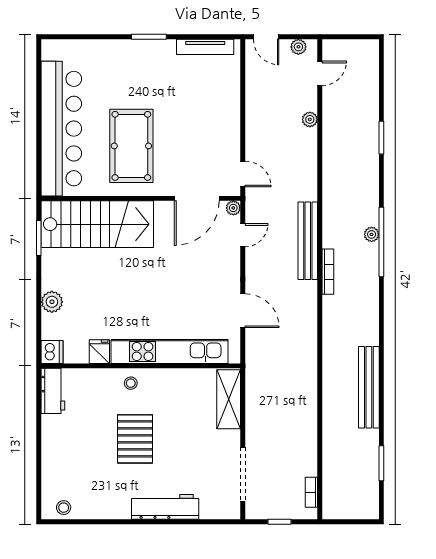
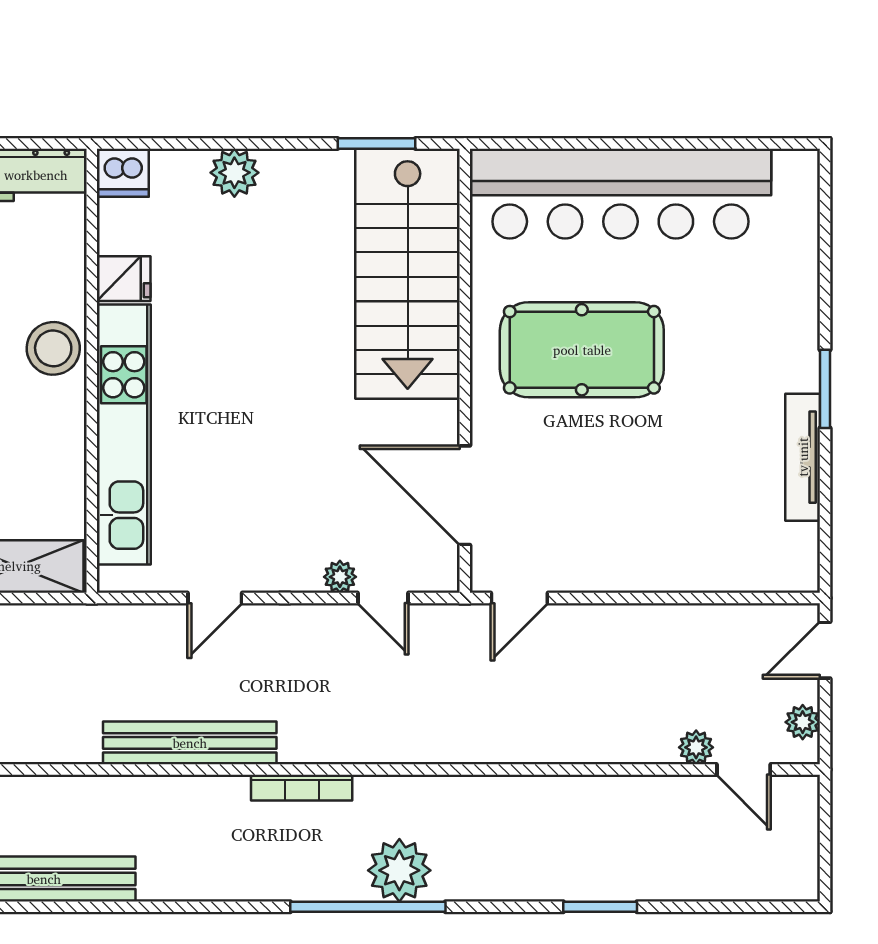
tv unit: (205, 47) -> (803, 457), moved
plant: (310, 119) -> (696, 747), moved
plant: (233, 208) -> (340, 577), moved
plant: (372, 234) -> (399, 870), width x1.88, depth x1.88
bench: (308, 241) -> (190, 743), moved
door: (243, 311) -> (215, 598), width x0.73
stool: (131, 383) -> (53, 348), width x1.89, depth x1.89

